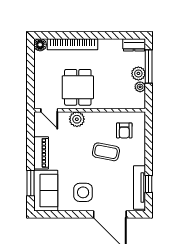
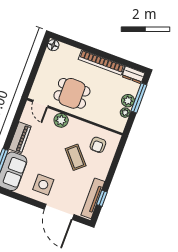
bookcase: (72, 44) -> (101, 63), moved
dining table: (78, 87) -> (72, 93), turned 90
coffee table: (106, 152) -> (76, 157), turned 38

